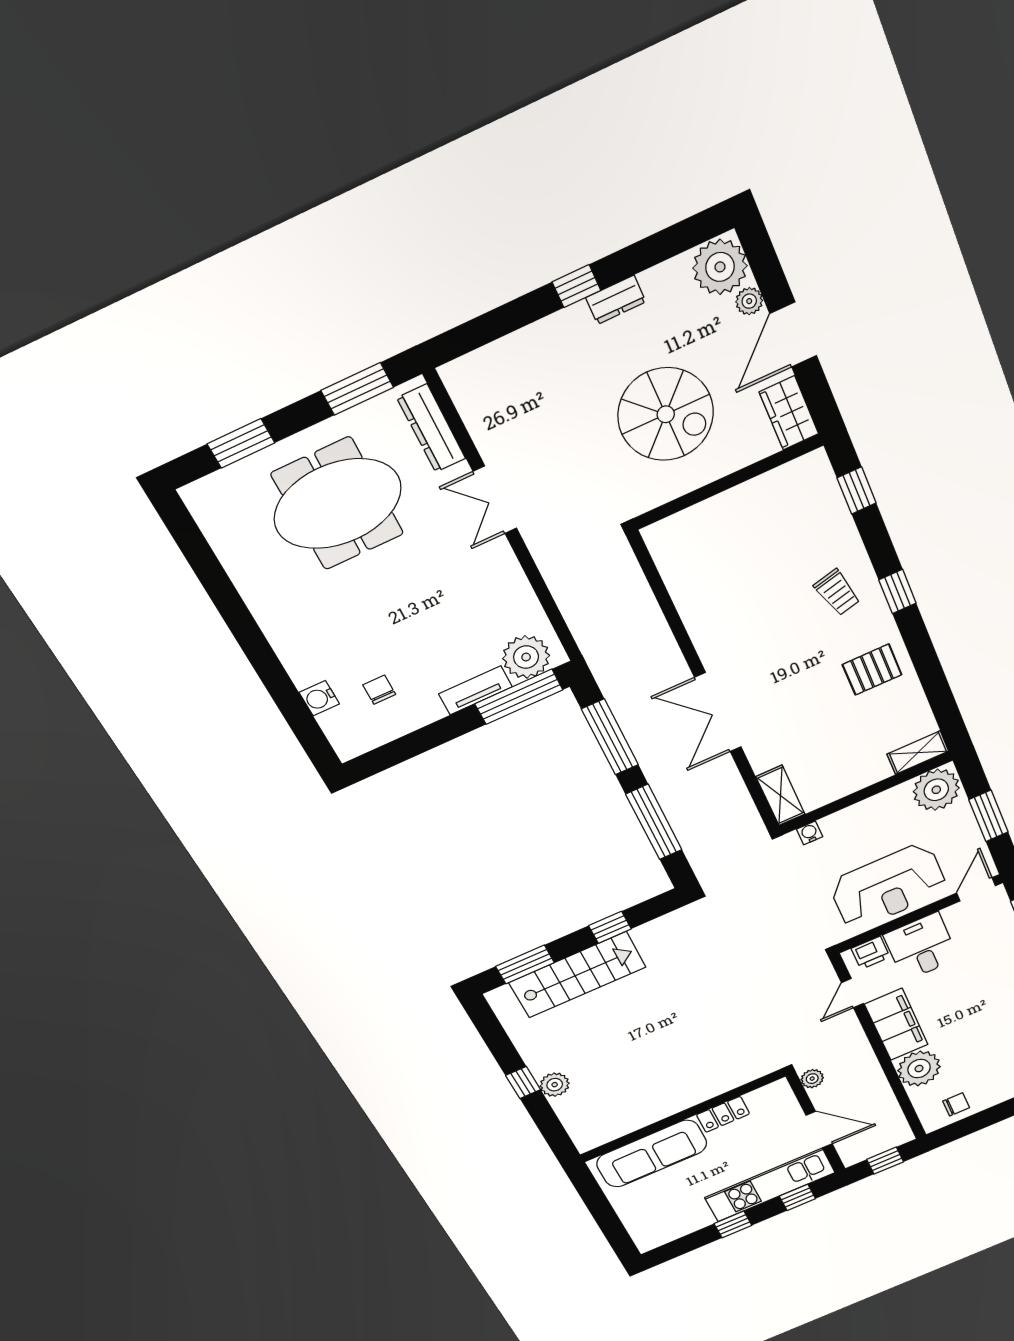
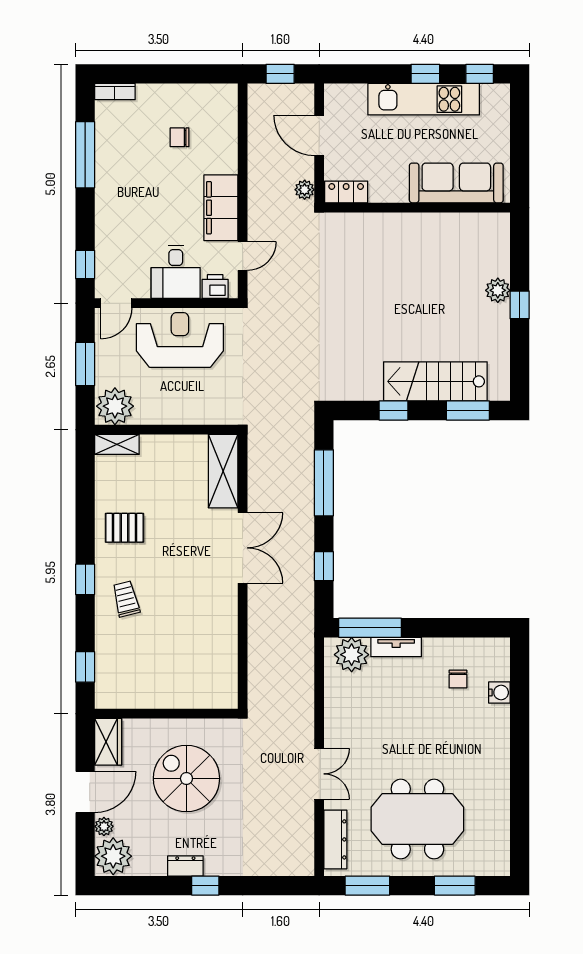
window: (610, 737) -> (324, 566), width x0.46
shelving: (781, 795) -> (223, 471), width x1.50, depth x1.33
water cooler: (810, 833) -> (219, 417), removed
plant: (919, 1069) -> (219, 154), removed
chair: (956, 1104) -> (180, 137), moved
locker: (723, 1114) -> (346, 192), moved
kitchen unit: (770, 1185) -> (424, 99), moved
window: (797, 1197) -> (480, 74), moved

